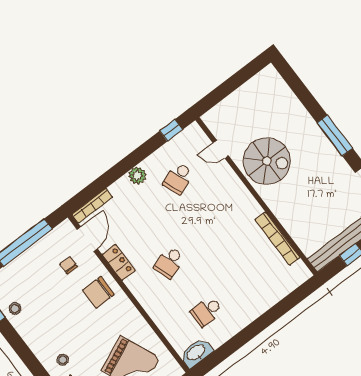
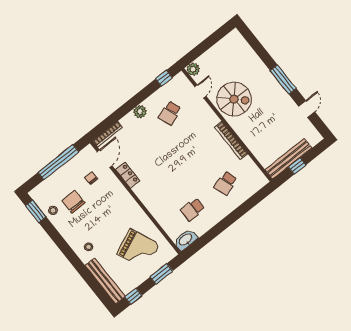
plant: (212, 119) -> (193, 69), added
door: (221, 149) -> (200, 91), swing flipped
bookcase: (278, 239) -> (231, 140), moved
school desk: (169, 262) -> (226, 183), moved
chair: (98, 292) -> (73, 202), moved, turned 90

